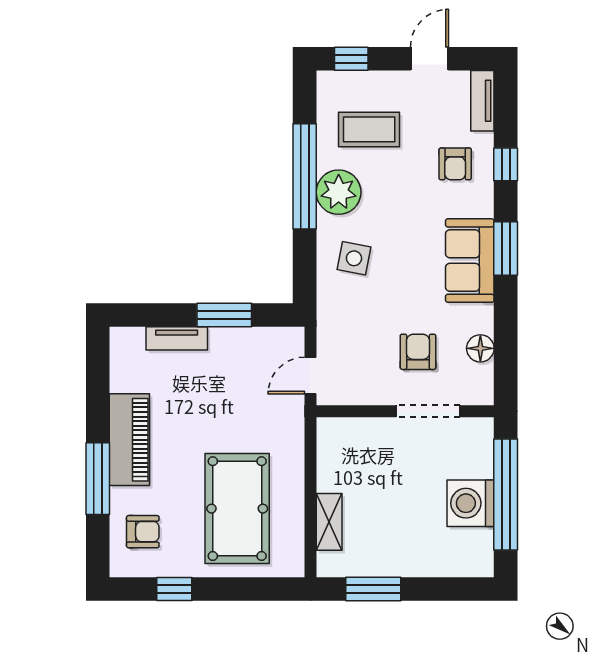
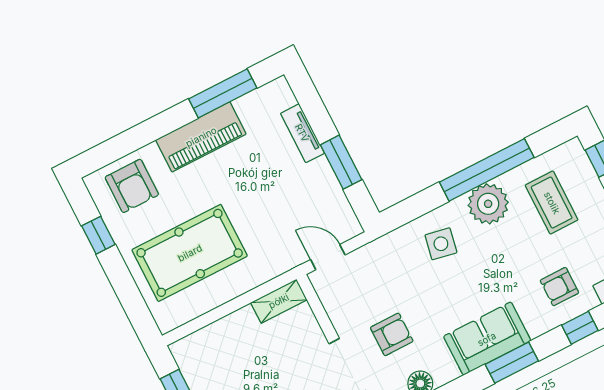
window: (98, 479) -> (223, 93), moved
shelving: (329, 522) -> (279, 301), moved
armchair: (143, 532) -> (132, 186), width x1.38, depth x1.38

